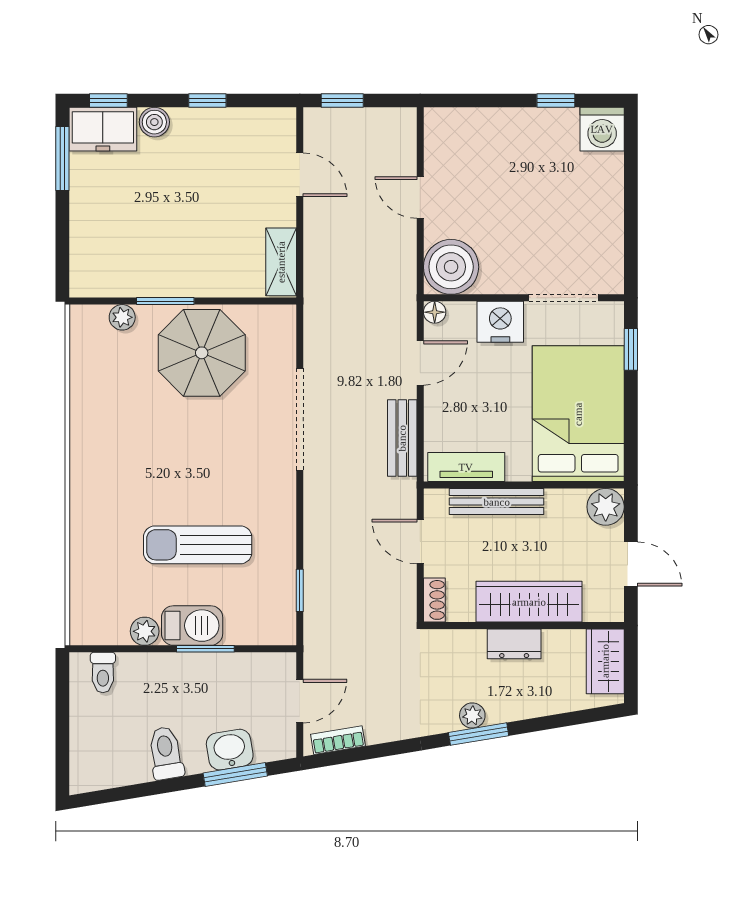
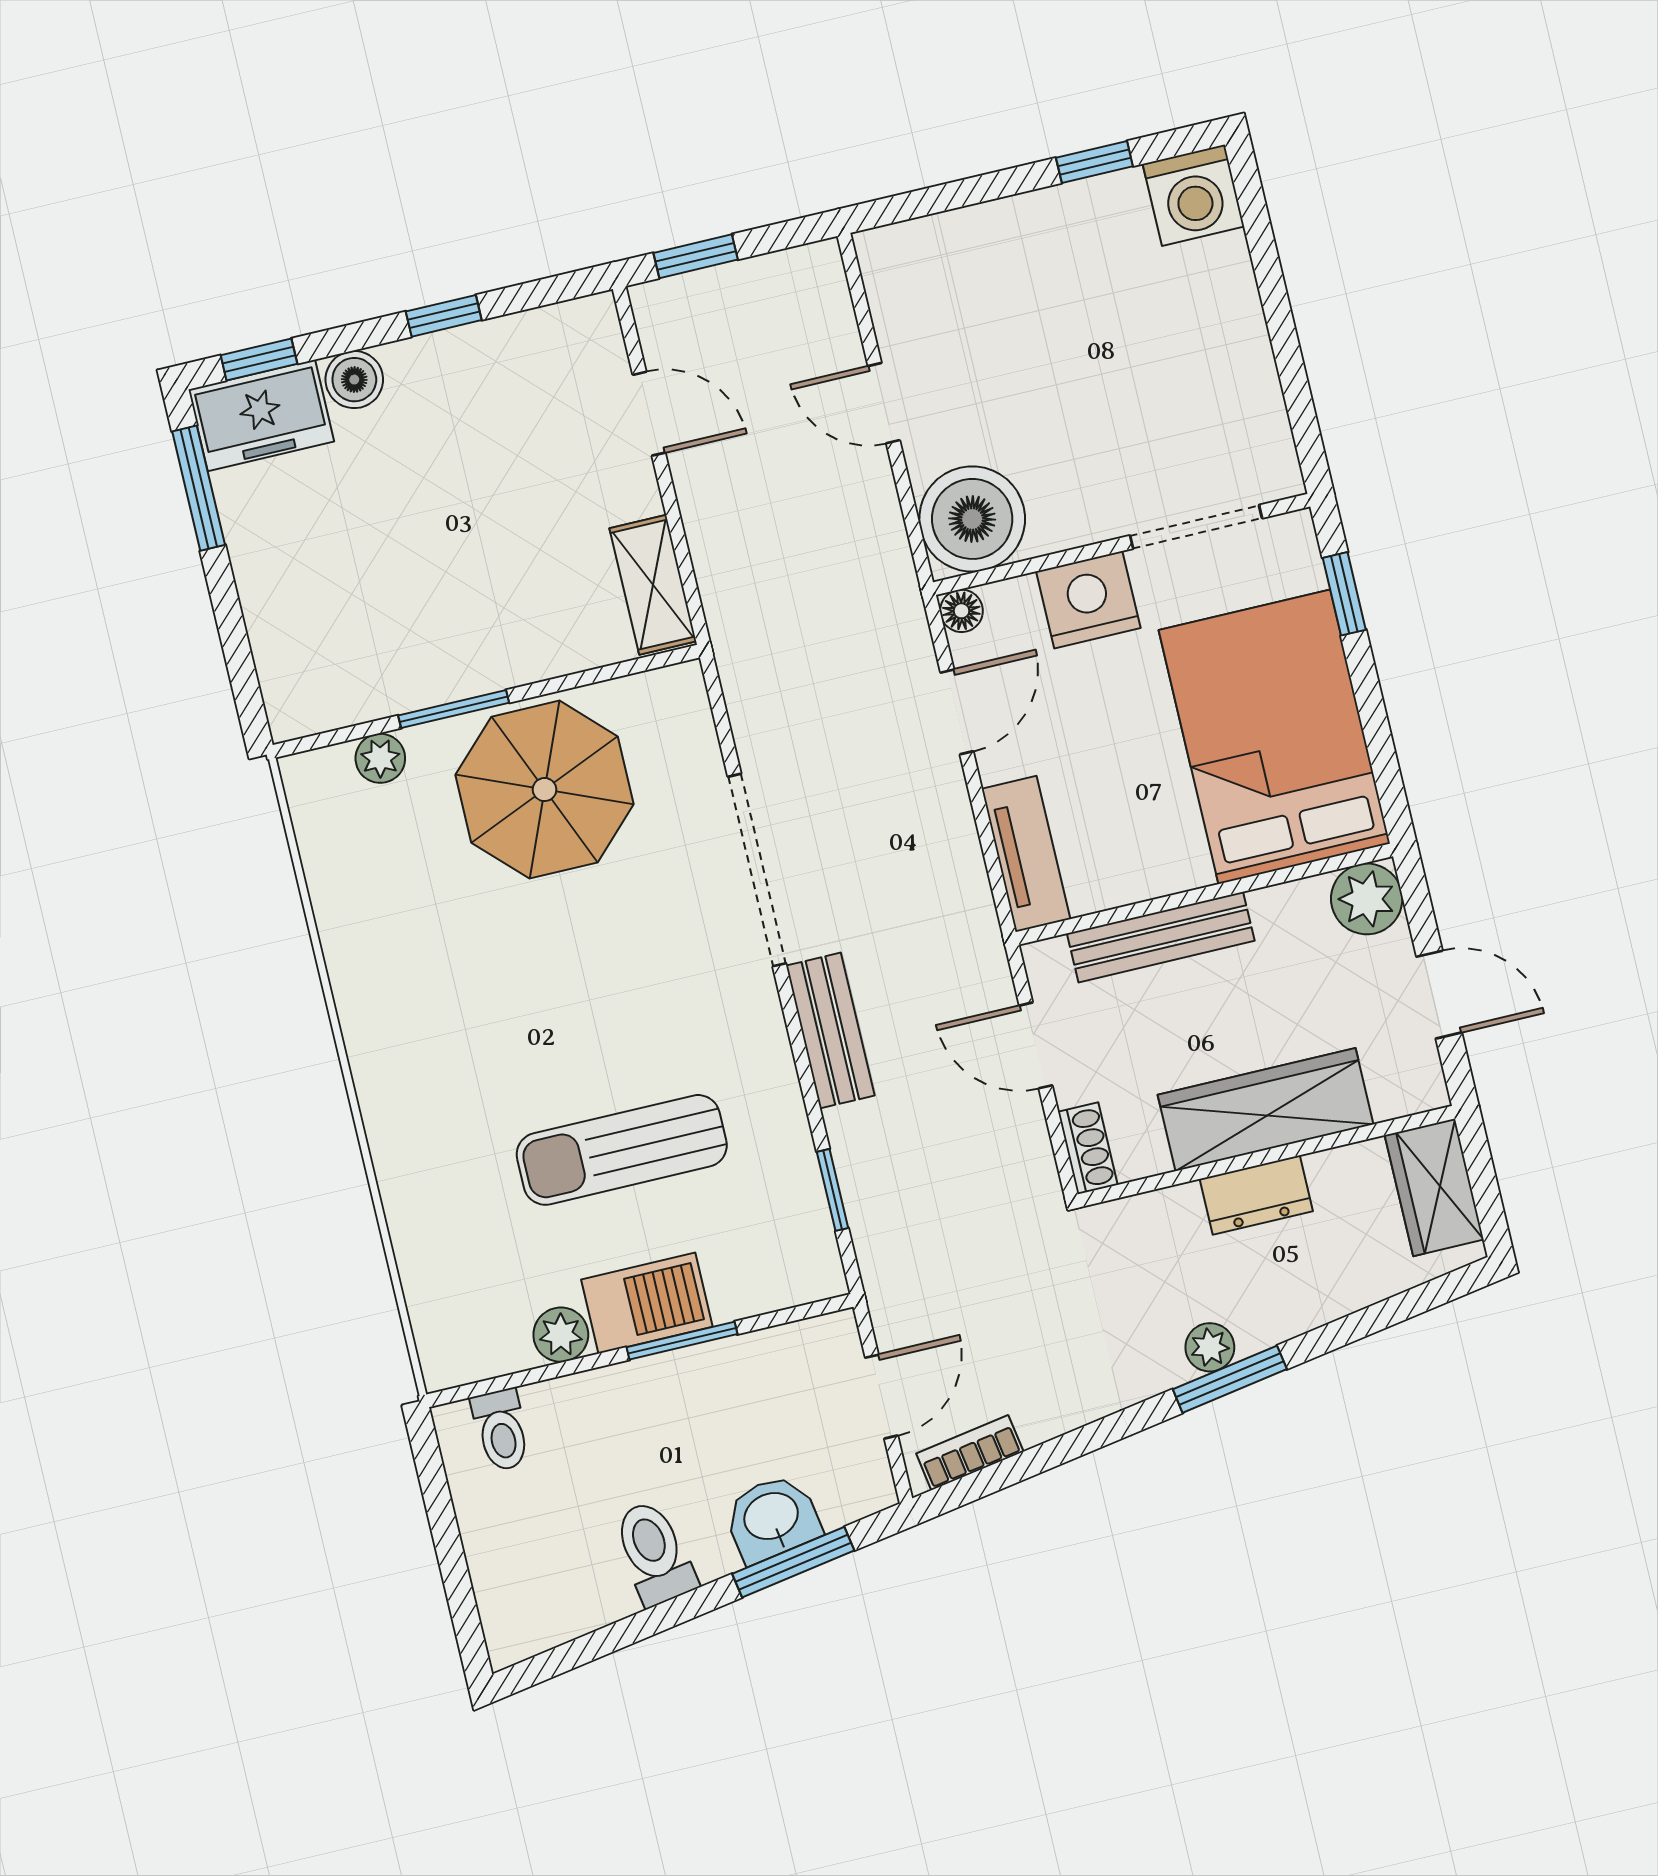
bench: (402, 438) -> (830, 1031), moved
tv unit: (466, 467) -> (1026, 854), moved, turned 90

